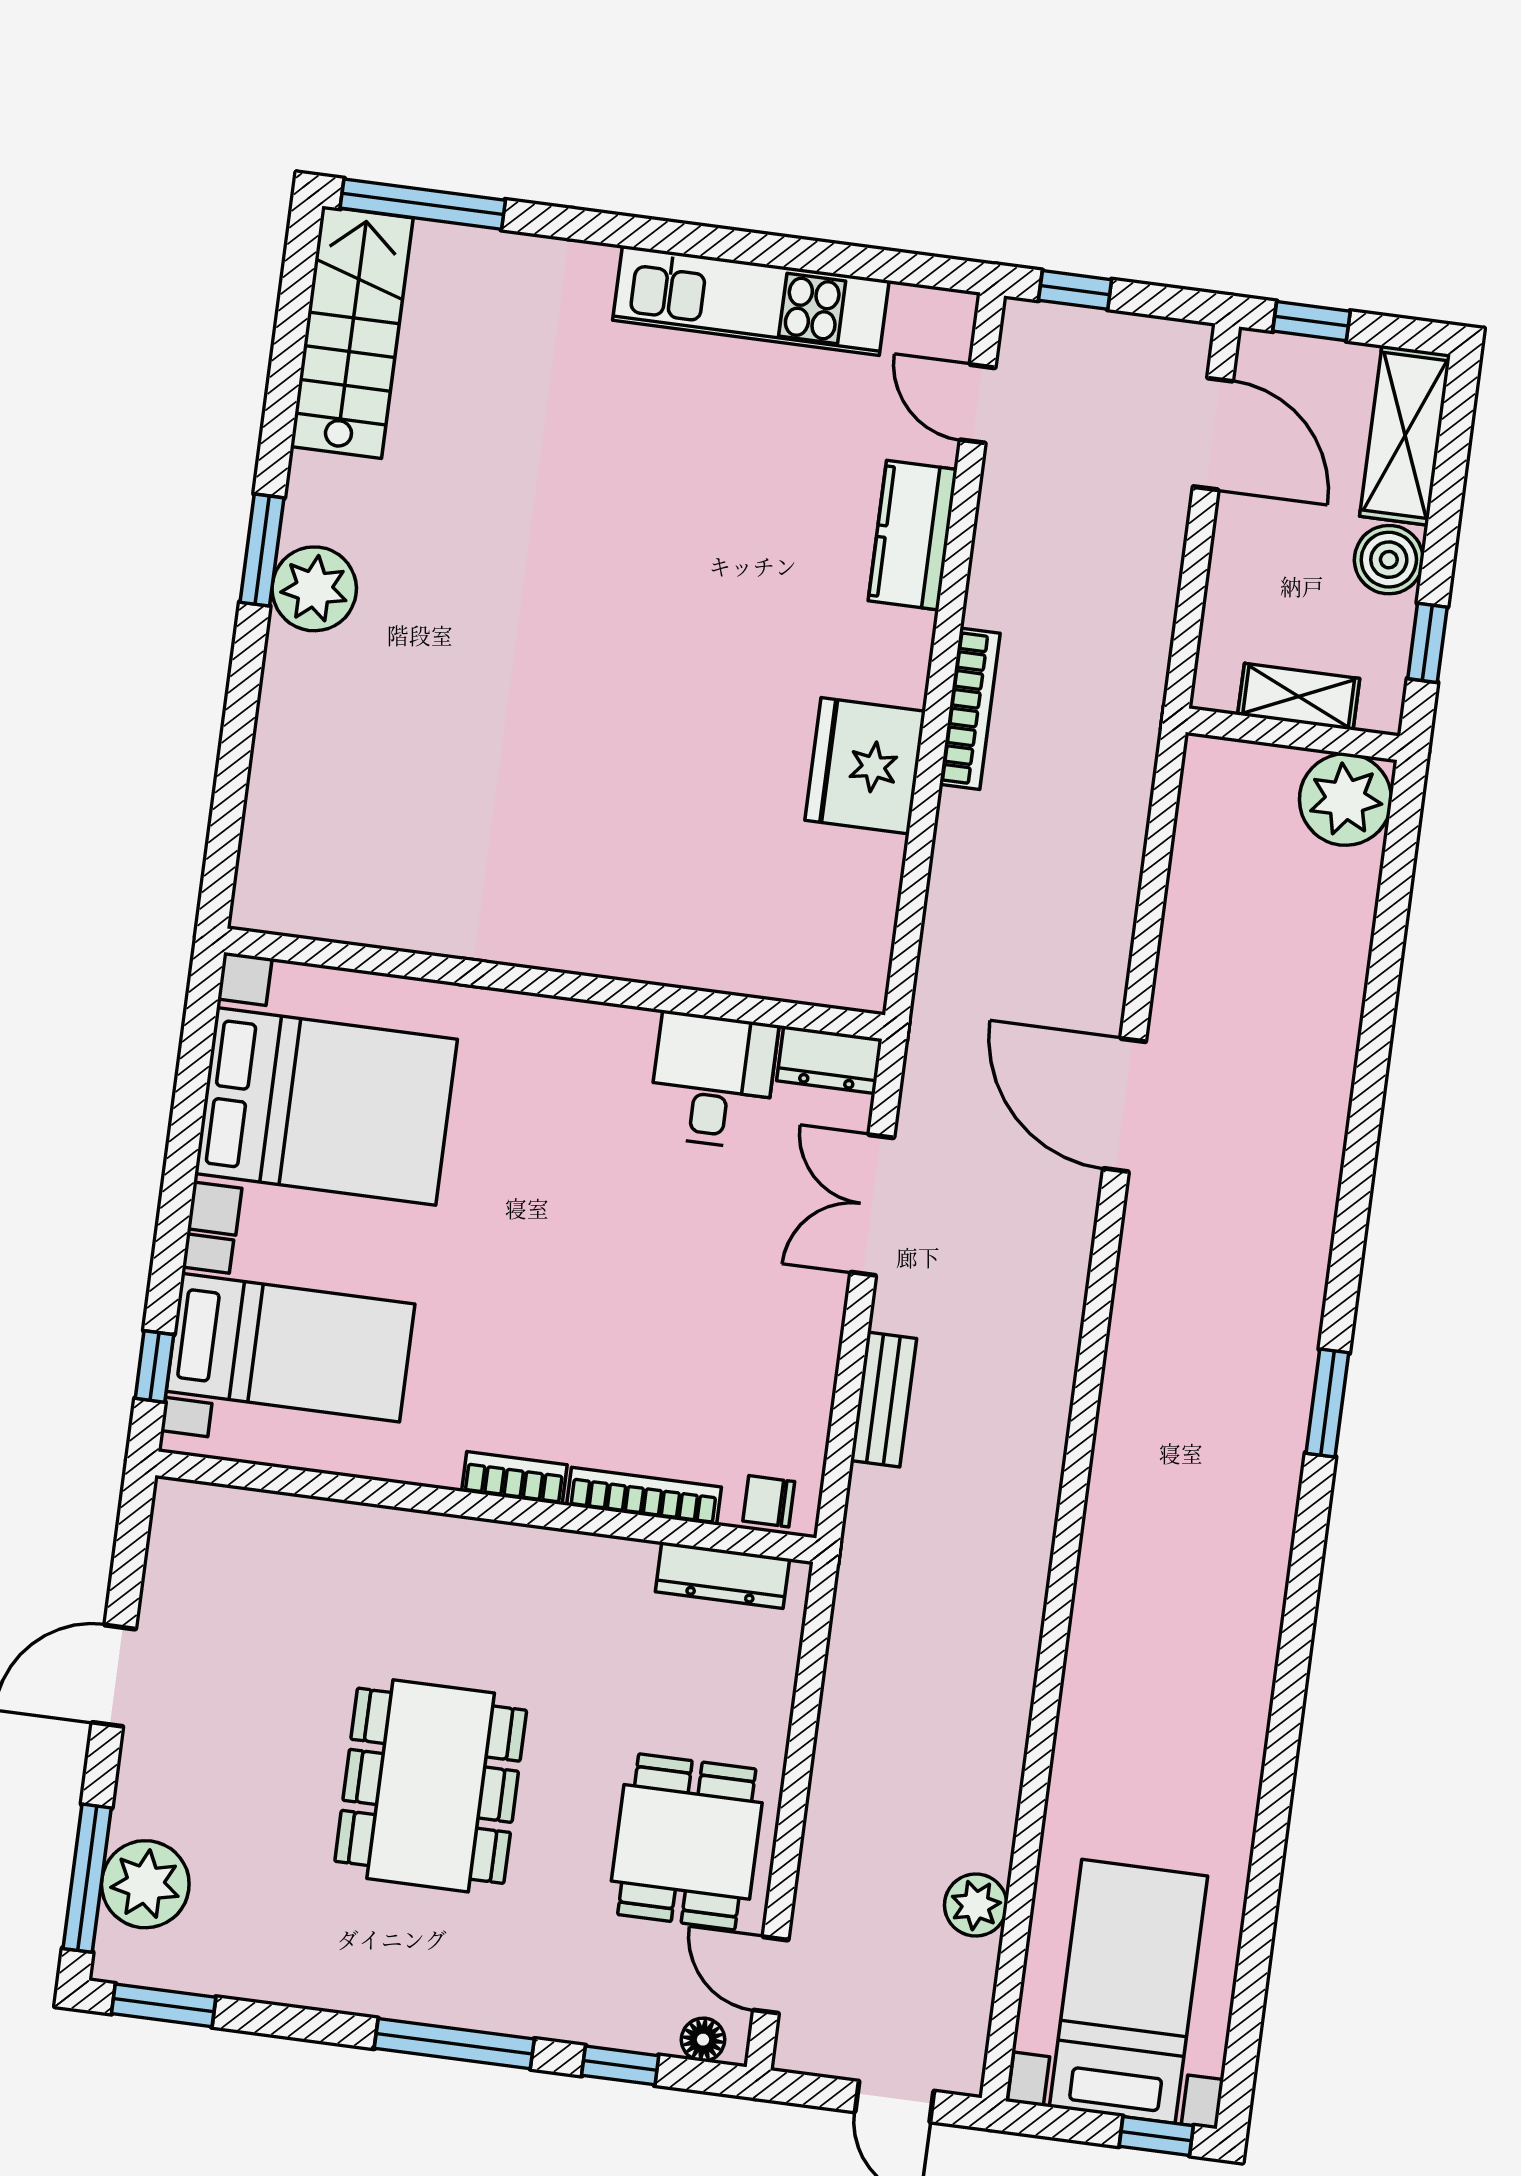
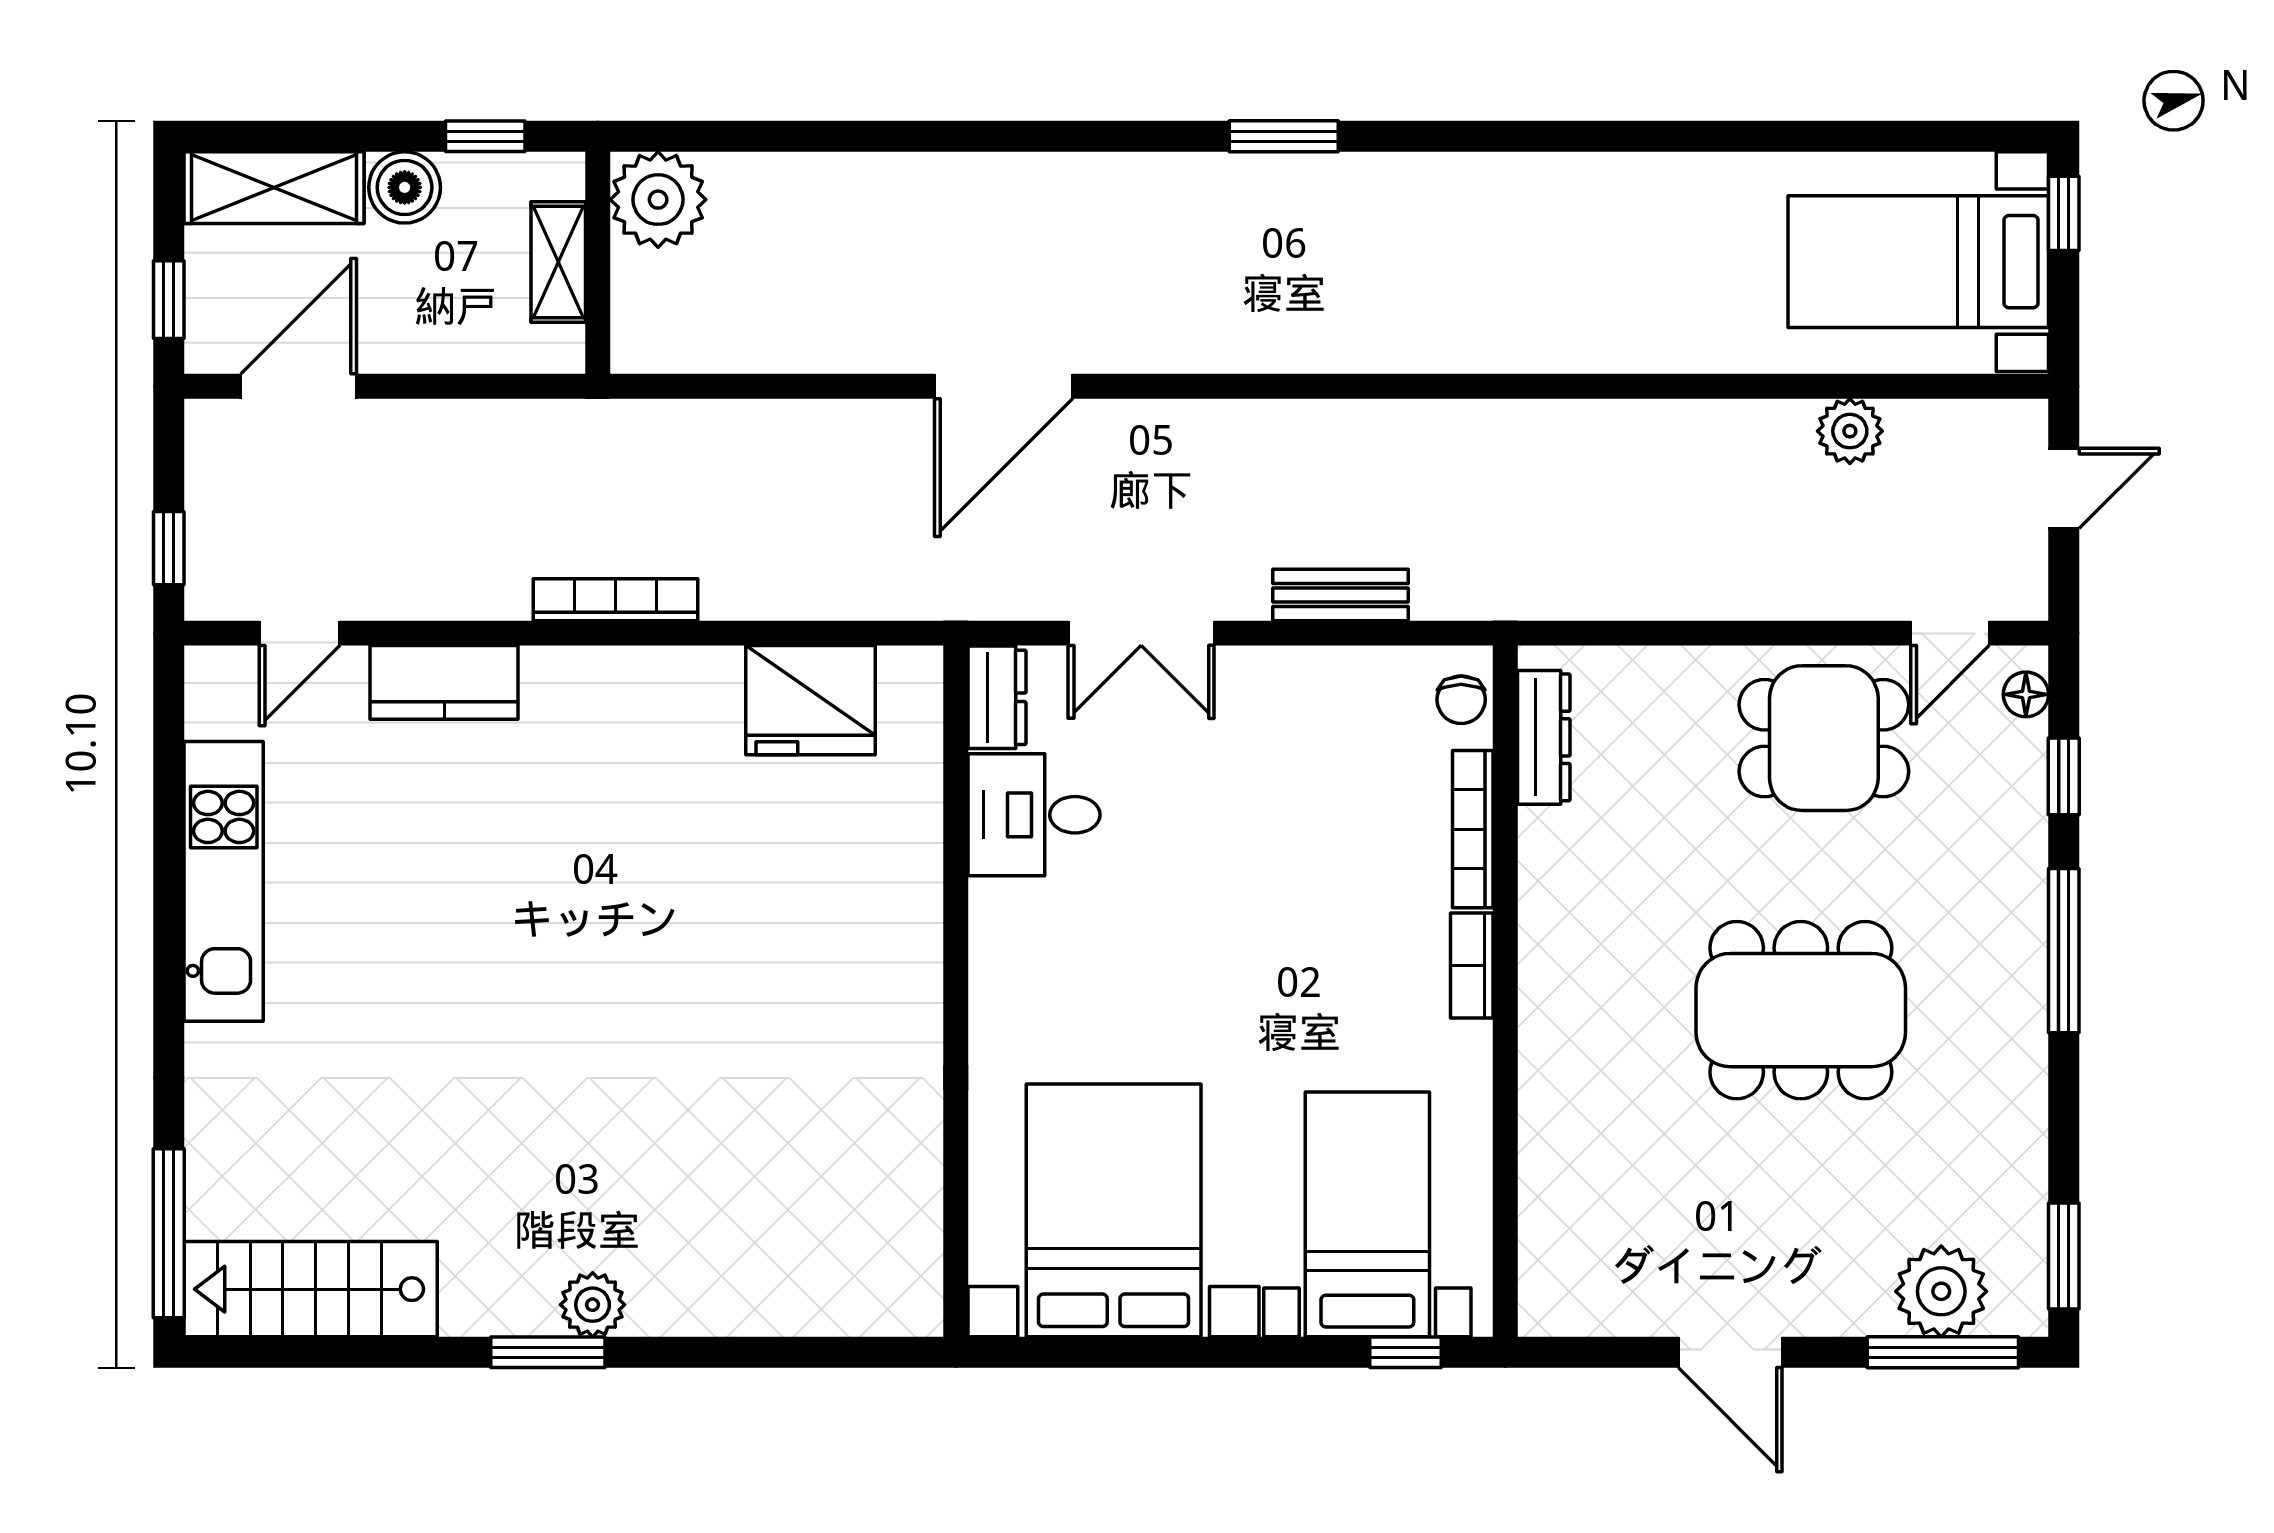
plant: (314, 589) -> (593, 1305), width x0.73, depth x0.73
fridge: (865, 766) -> (810, 700), moved

